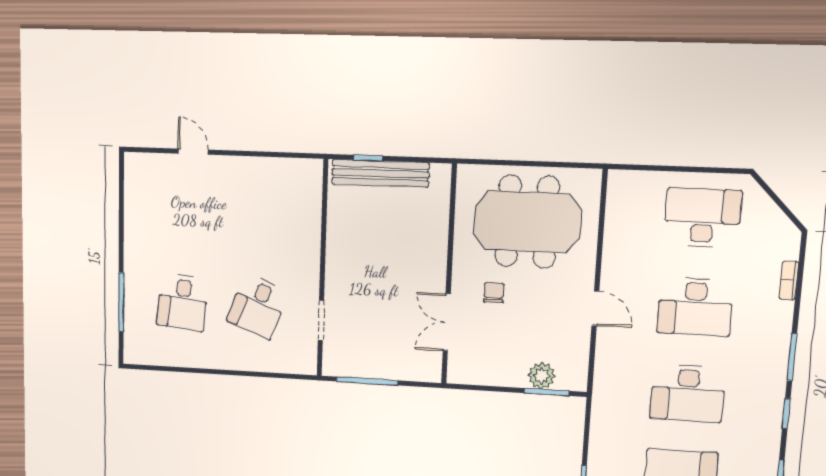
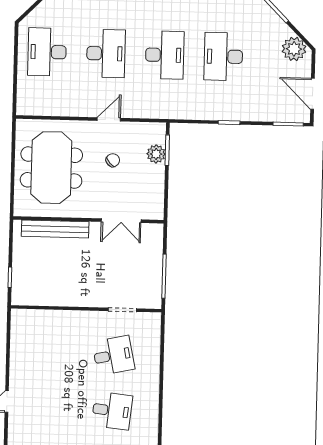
bench: (380, 173) -> (55, 229), moved, turned 90
chair: (494, 293) -> (113, 160), moved, turned 138
desk: (258, 306) -> (113, 355), turned -33

